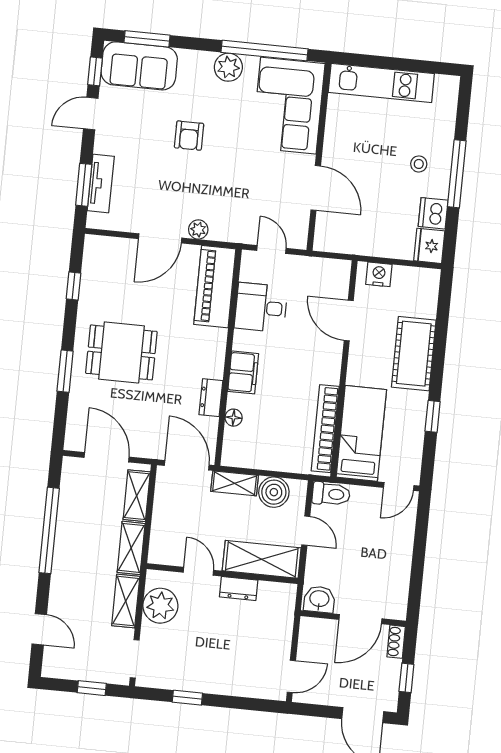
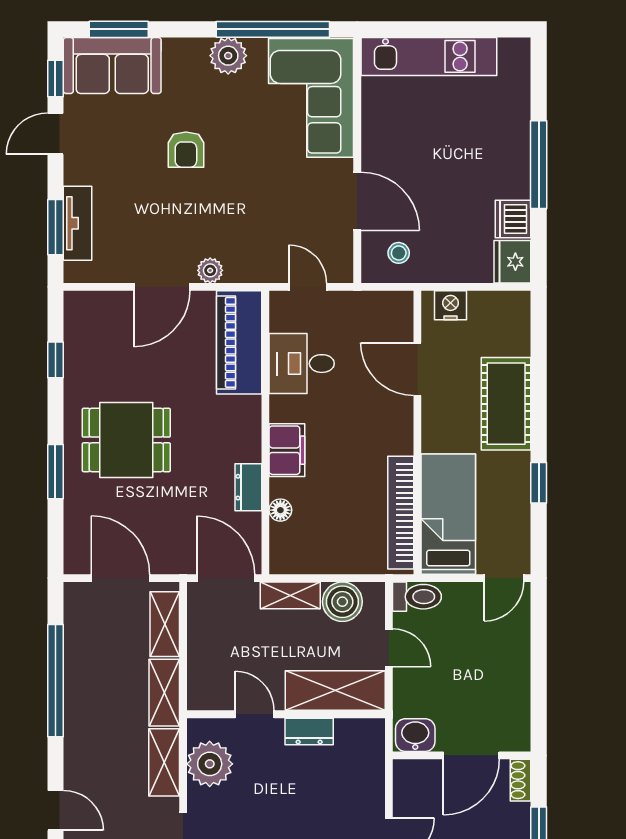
stool: (419, 164) -> (399, 253), moved

